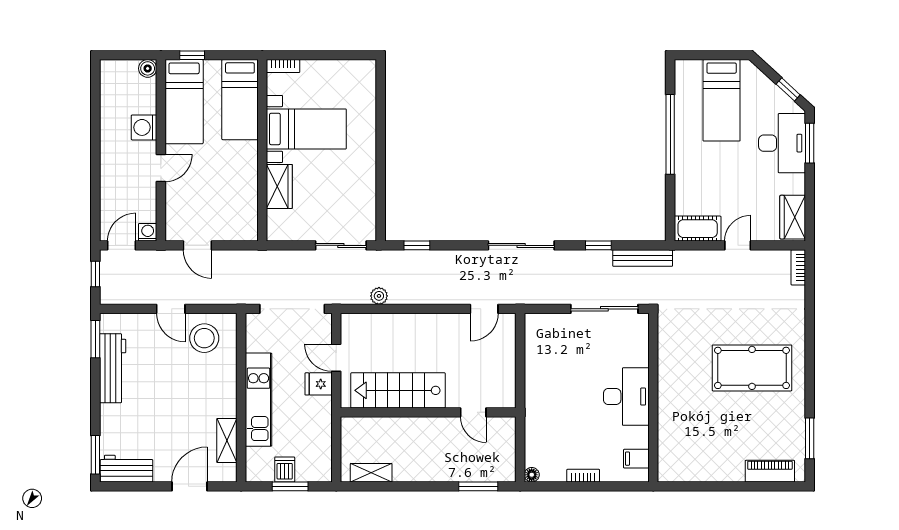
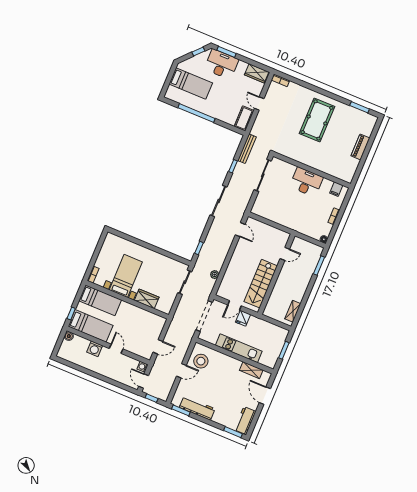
dishwasher: (285, 469) -> (275, 350), removed
piano: (770, 471) -> (360, 147), moved

